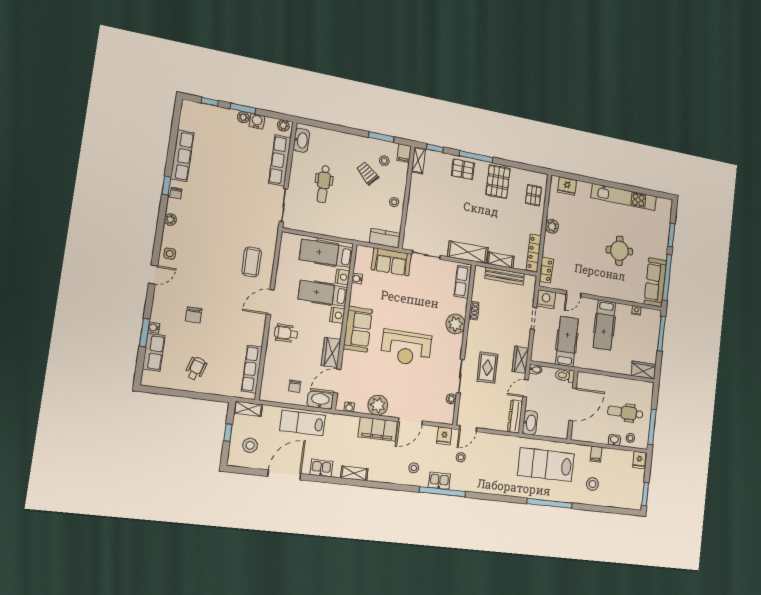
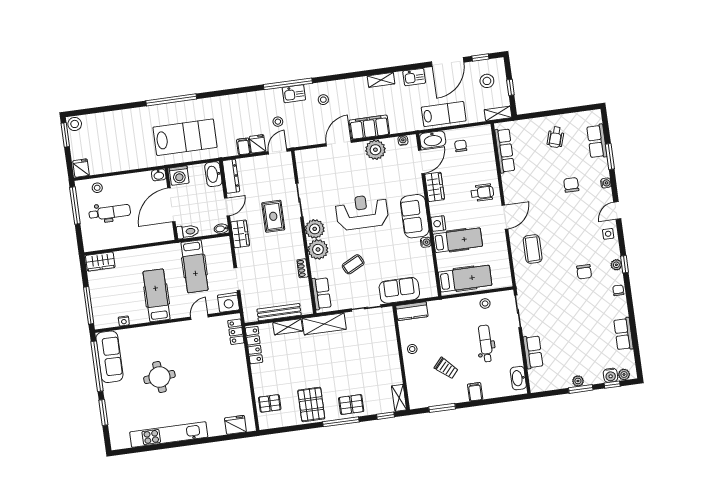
water cooler: (257, 121) -> (610, 375), moved
plant: (283, 126) -> (624, 374), moved
filing cabinet: (404, 153) -> (475, 392), moved
row of seats: (182, 156) -> (624, 334), width x0.68
row of seats: (280, 161) -> (533, 352), width x0.68
stool: (384, 161) -> (485, 303), moved
window: (166, 185) -> (625, 264), moved
pallet: (533, 195) -> (270, 403), turned 90
chair: (206, 223) -> (584, 272), added
plant: (552, 226) -> (241, 378), removed
nightstand: (343, 277) -> (443, 261), removed
water cooler: (357, 279) -> (426, 242), moved
coffee table: (427, 300) -> (353, 264), added
water cooler: (154, 328) -> (606, 183), moved
plant: (451, 399) -> (315, 229), moved, width x1.87, depth x1.87
washing machine: (560, 430) -> (179, 175), added
fridge: (444, 436) -> (257, 144), moved
washbasin: (614, 440) -> (159, 175), moved
filing cabinet: (596, 454) -> (243, 146), moved
window: (250, 471) -> (480, 58), added
stool: (592, 484) -> (75, 124), moved

